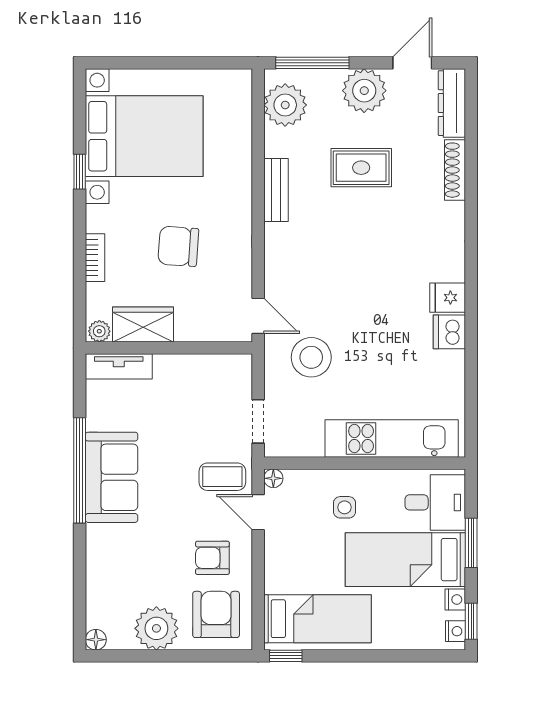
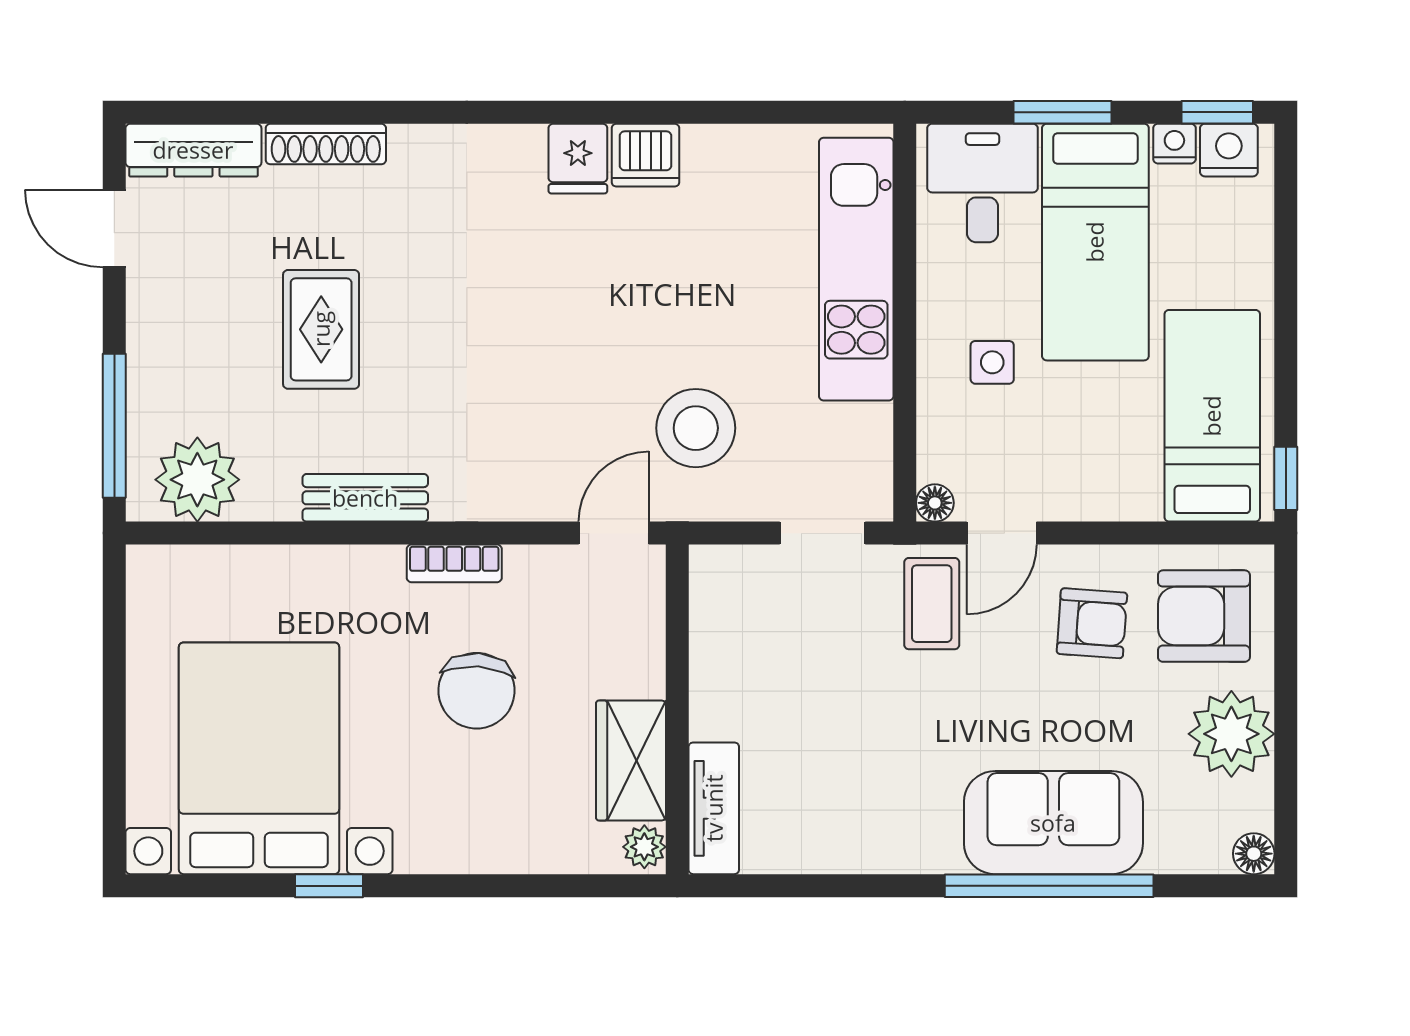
plant: (364, 91) -> (169, 323), removed
bookcase: (95, 258) -> (454, 563), moved, turned 180
window: (80, 470) -> (1049, 886), moved
sofa: (112, 477) -> (1053, 823), moved
armchair: (212, 558) -> (1092, 623), turned -86
nightstand: (455, 631) -> (1229, 150), width x1.39, depth x1.35

